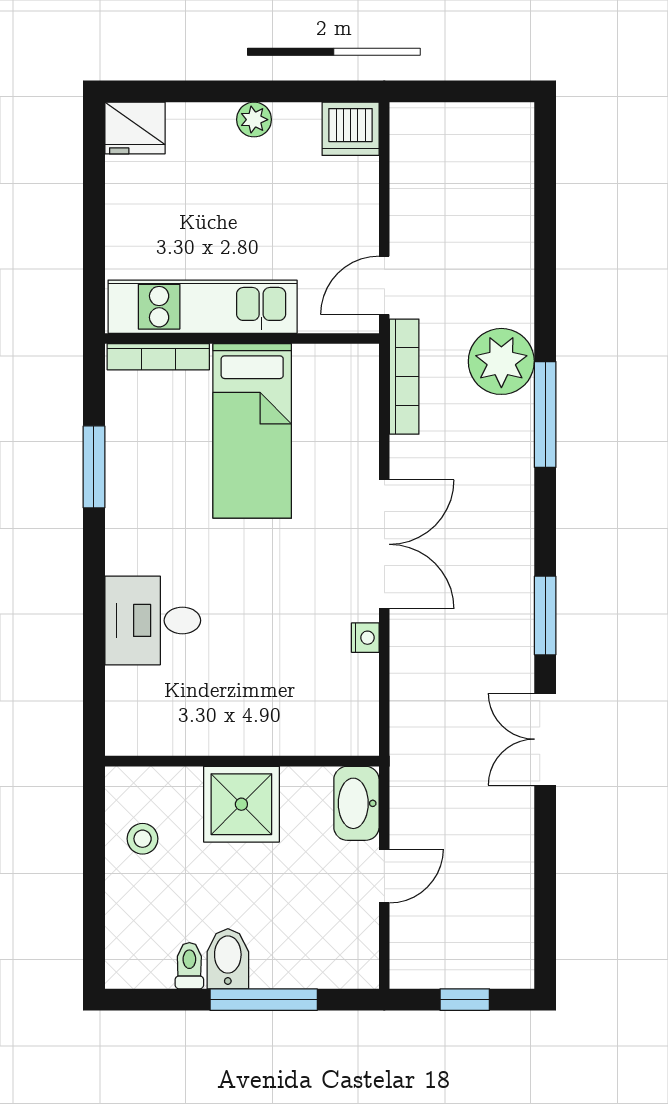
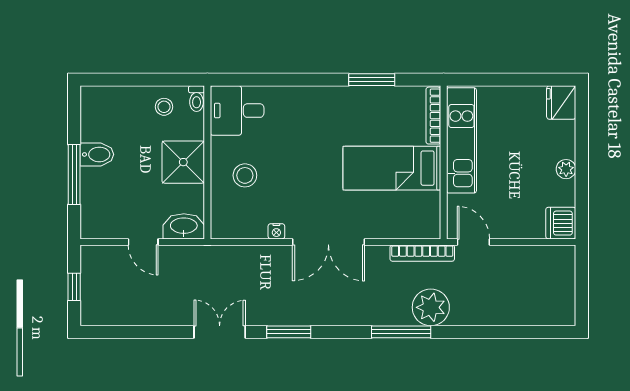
desk: (153, 620) -> (237, 111), moved, turned -90
stool: (265, 694) -> (245, 175), added
toilet: (189, 966) -> (197, 99), moved, turned 90

